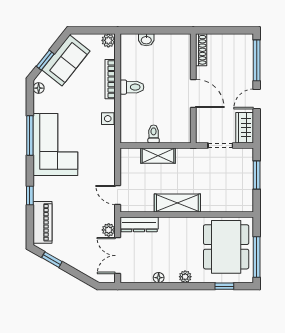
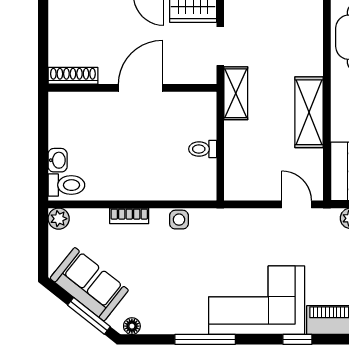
window: (45, 60) -> (89, 316), width x1.50
bookcase: (110, 79) -> (129, 216), width x0.64
toilet: (132, 87) -> (66, 185), moved, turned 90
corner sofa: (55, 144) -> (257, 300), moved
shelving: (158, 156) -> (236, 93), moved
door: (118, 195) -> (297, 204), swing flipped

